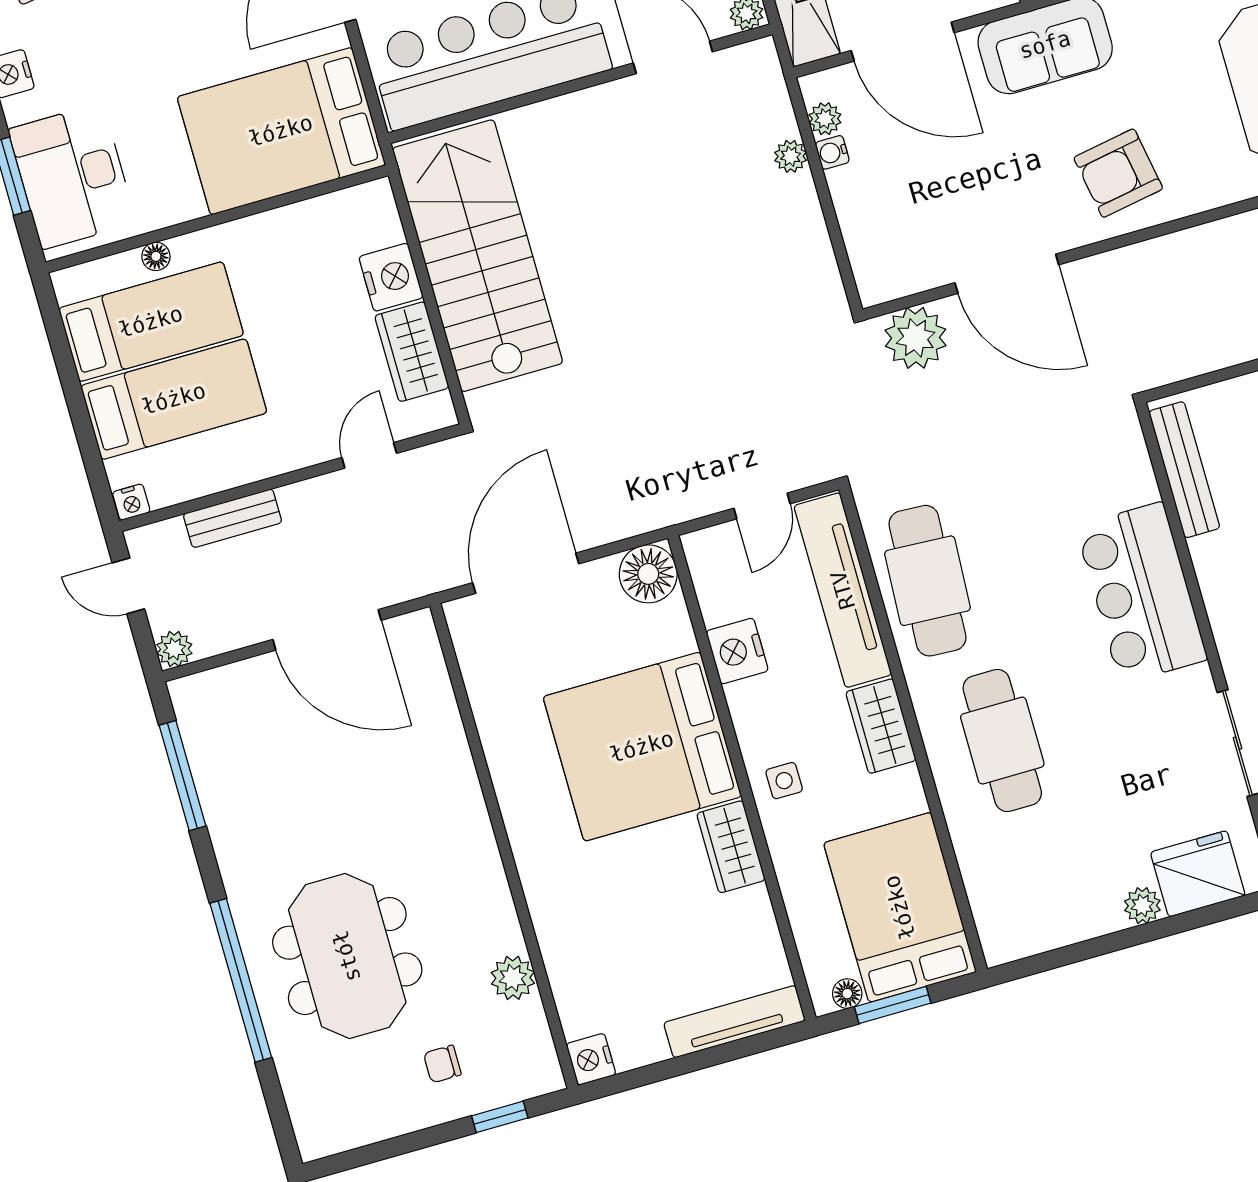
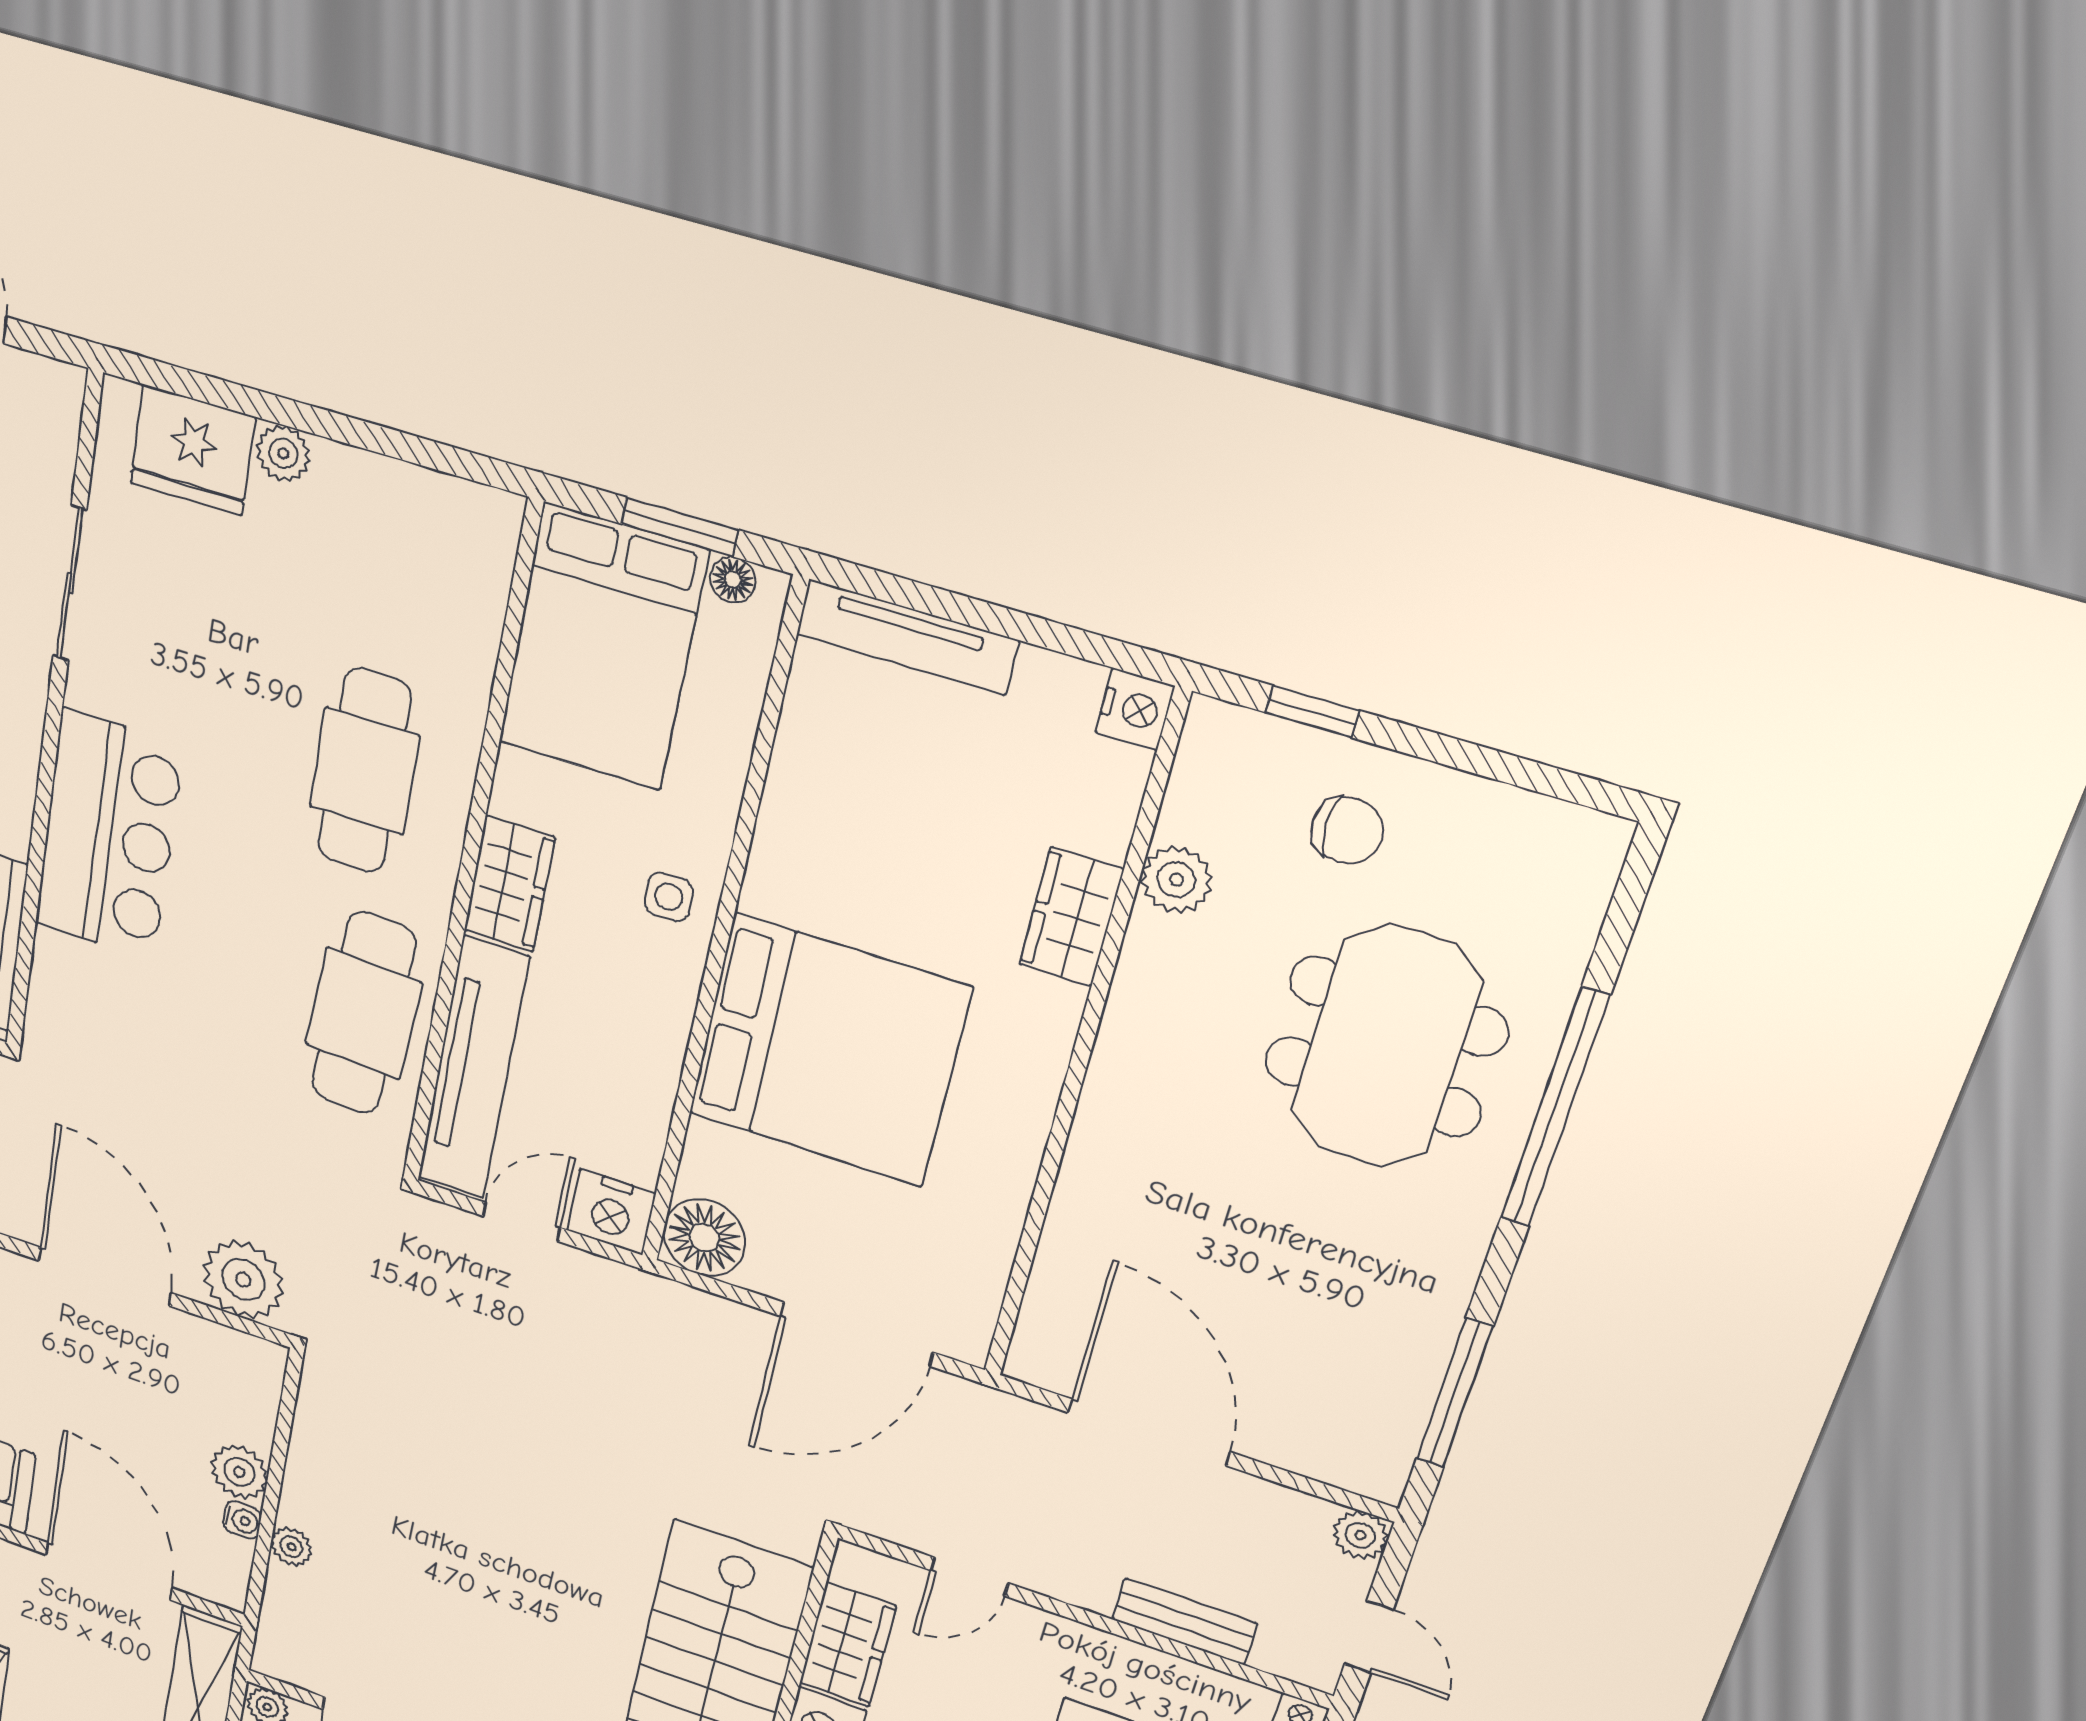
plant: (825, 119) -> (239, 1472), moved, width x1.38, depth x1.38
nightstand: (737, 651) -> (611, 1212), moved, turned 90
wardrobe: (731, 847) -> (1071, 917), moved, turned 180
chair: (442, 1064) -> (1347, 830), width x1.37, depth x1.37

